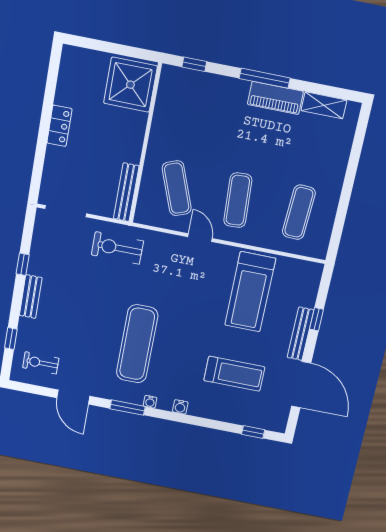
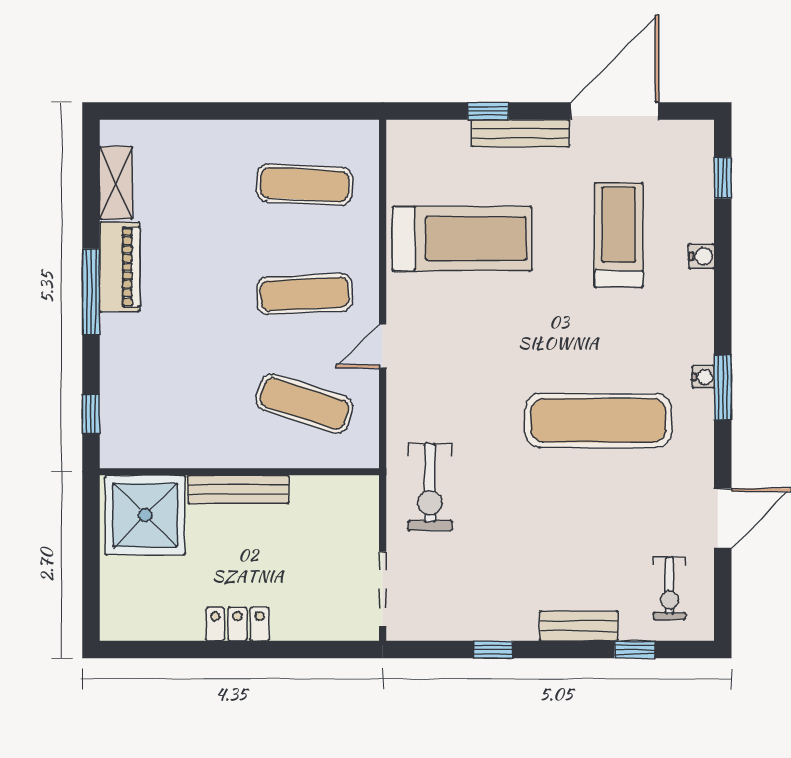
exercise mat: (177, 188) -> (305, 403), turned 39
bench: (126, 192) -> (238, 489), moved
bench: (31, 297) -> (579, 626), moved
water cooler: (180, 407) -> (702, 256), moved
window: (128, 408) -> (723, 387), moved

